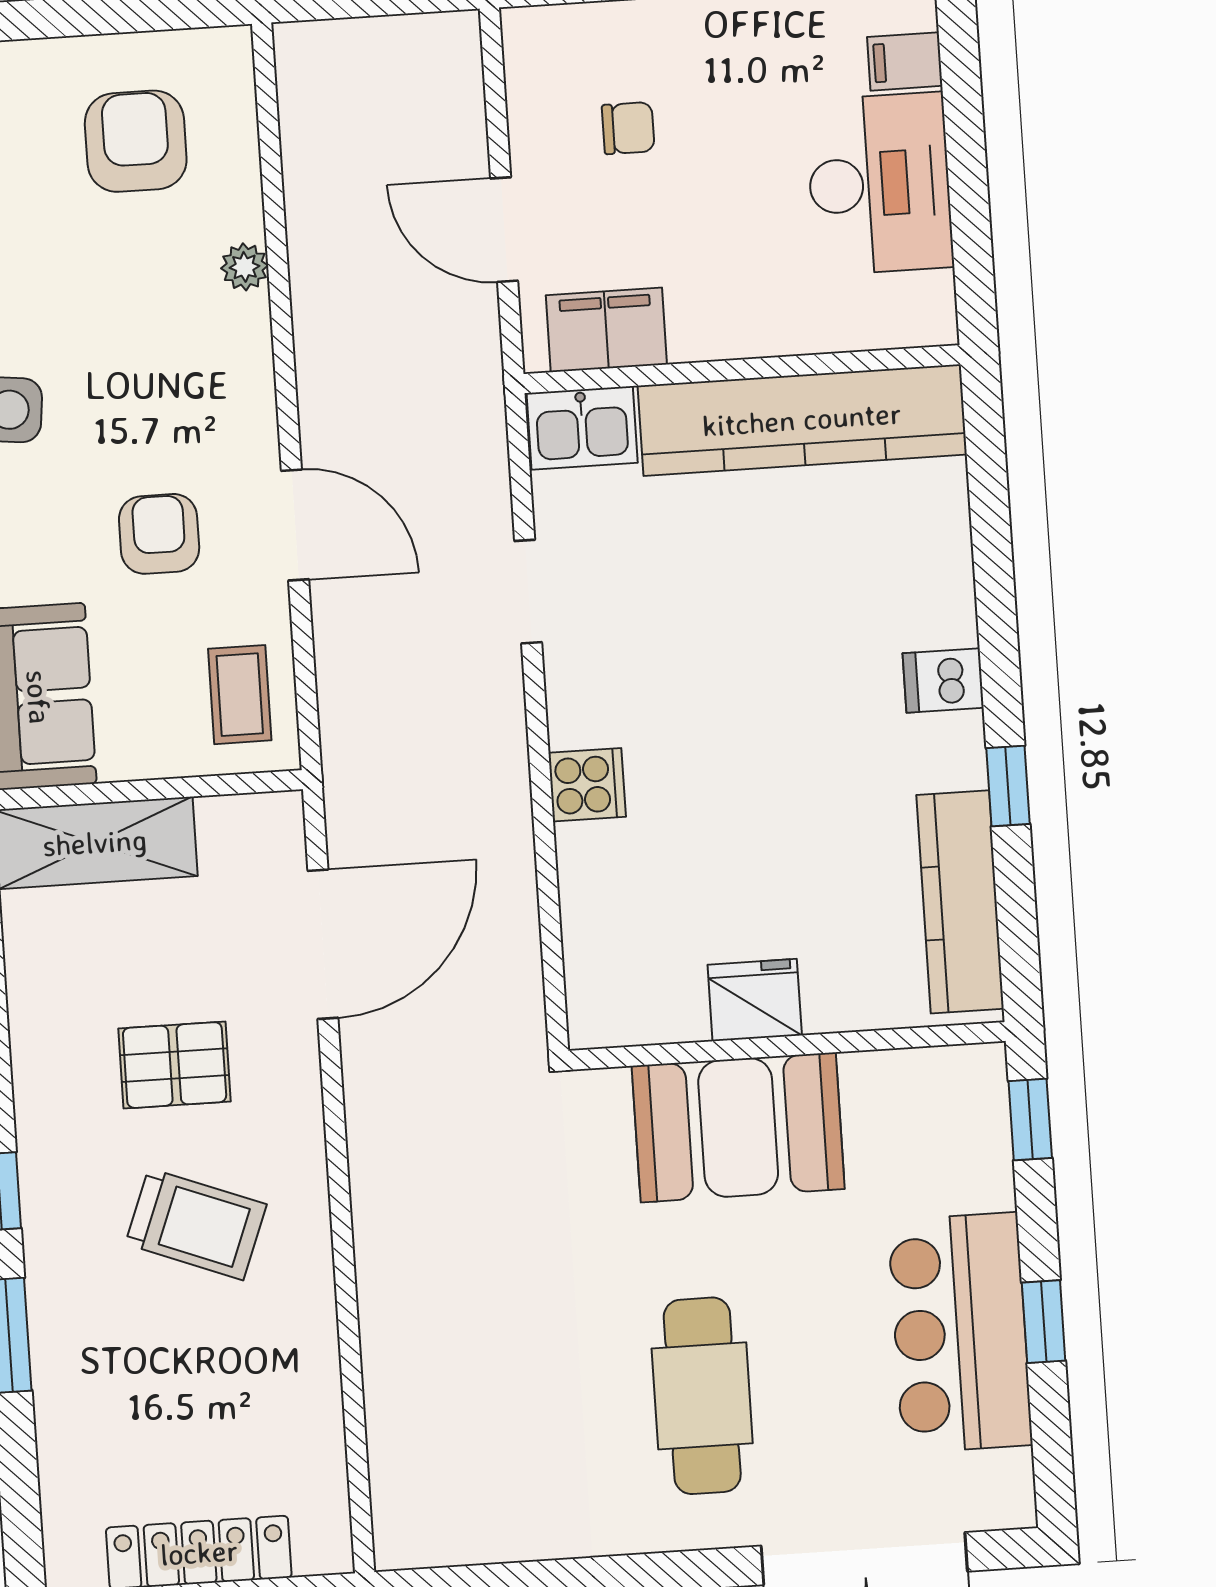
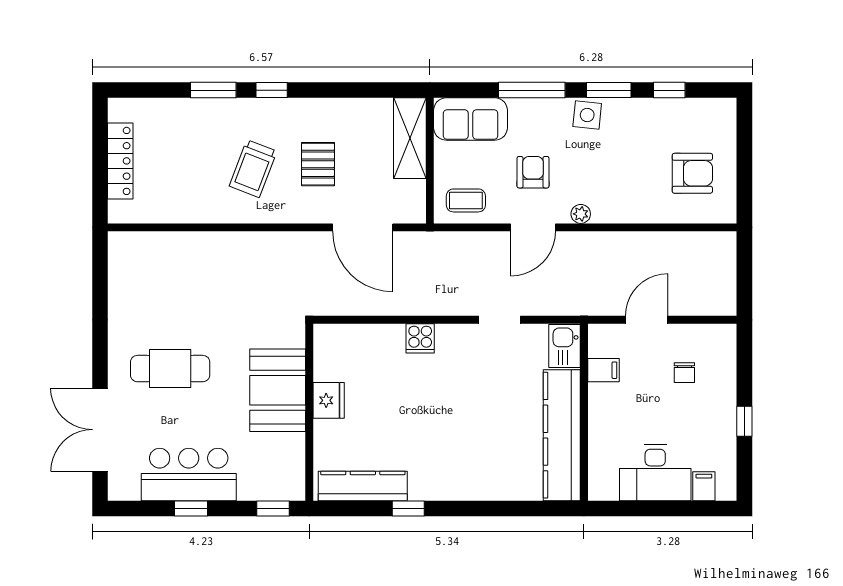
plant: (245, 267) -> (581, 214), moved
filing cabinet: (606, 330) -> (603, 370), width x0.50
armchair: (159, 534) -> (533, 172), turned -90
dishwasher: (943, 681) -> (453, 485), removed

